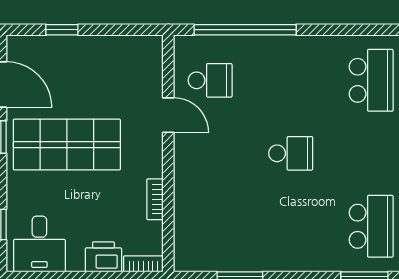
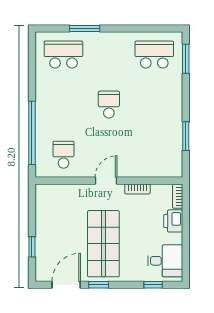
door: (168, 115) -> (106, 181), moved

